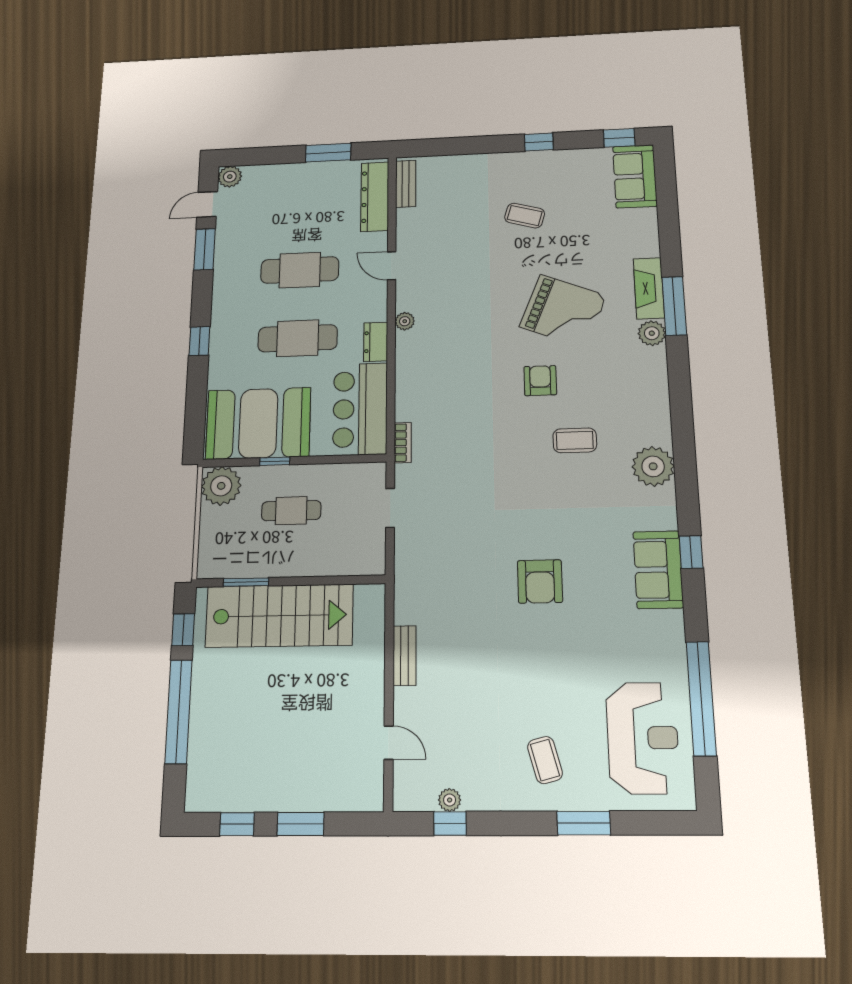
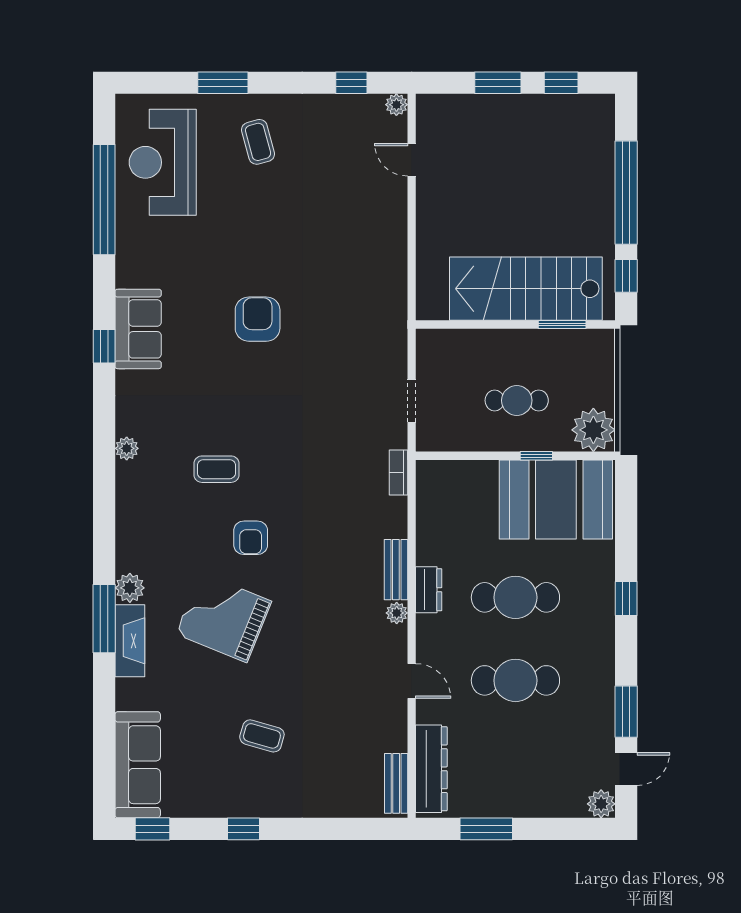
sofa: (635, 176) -> (138, 765), width x1.36
bar counter: (360, 409) -> (445, 512), removed
plant: (653, 466) -> (127, 448), width x0.53, depth x0.53
bench: (405, 656) -> (396, 570), moved
plant: (450, 800) -> (396, 105), moved

